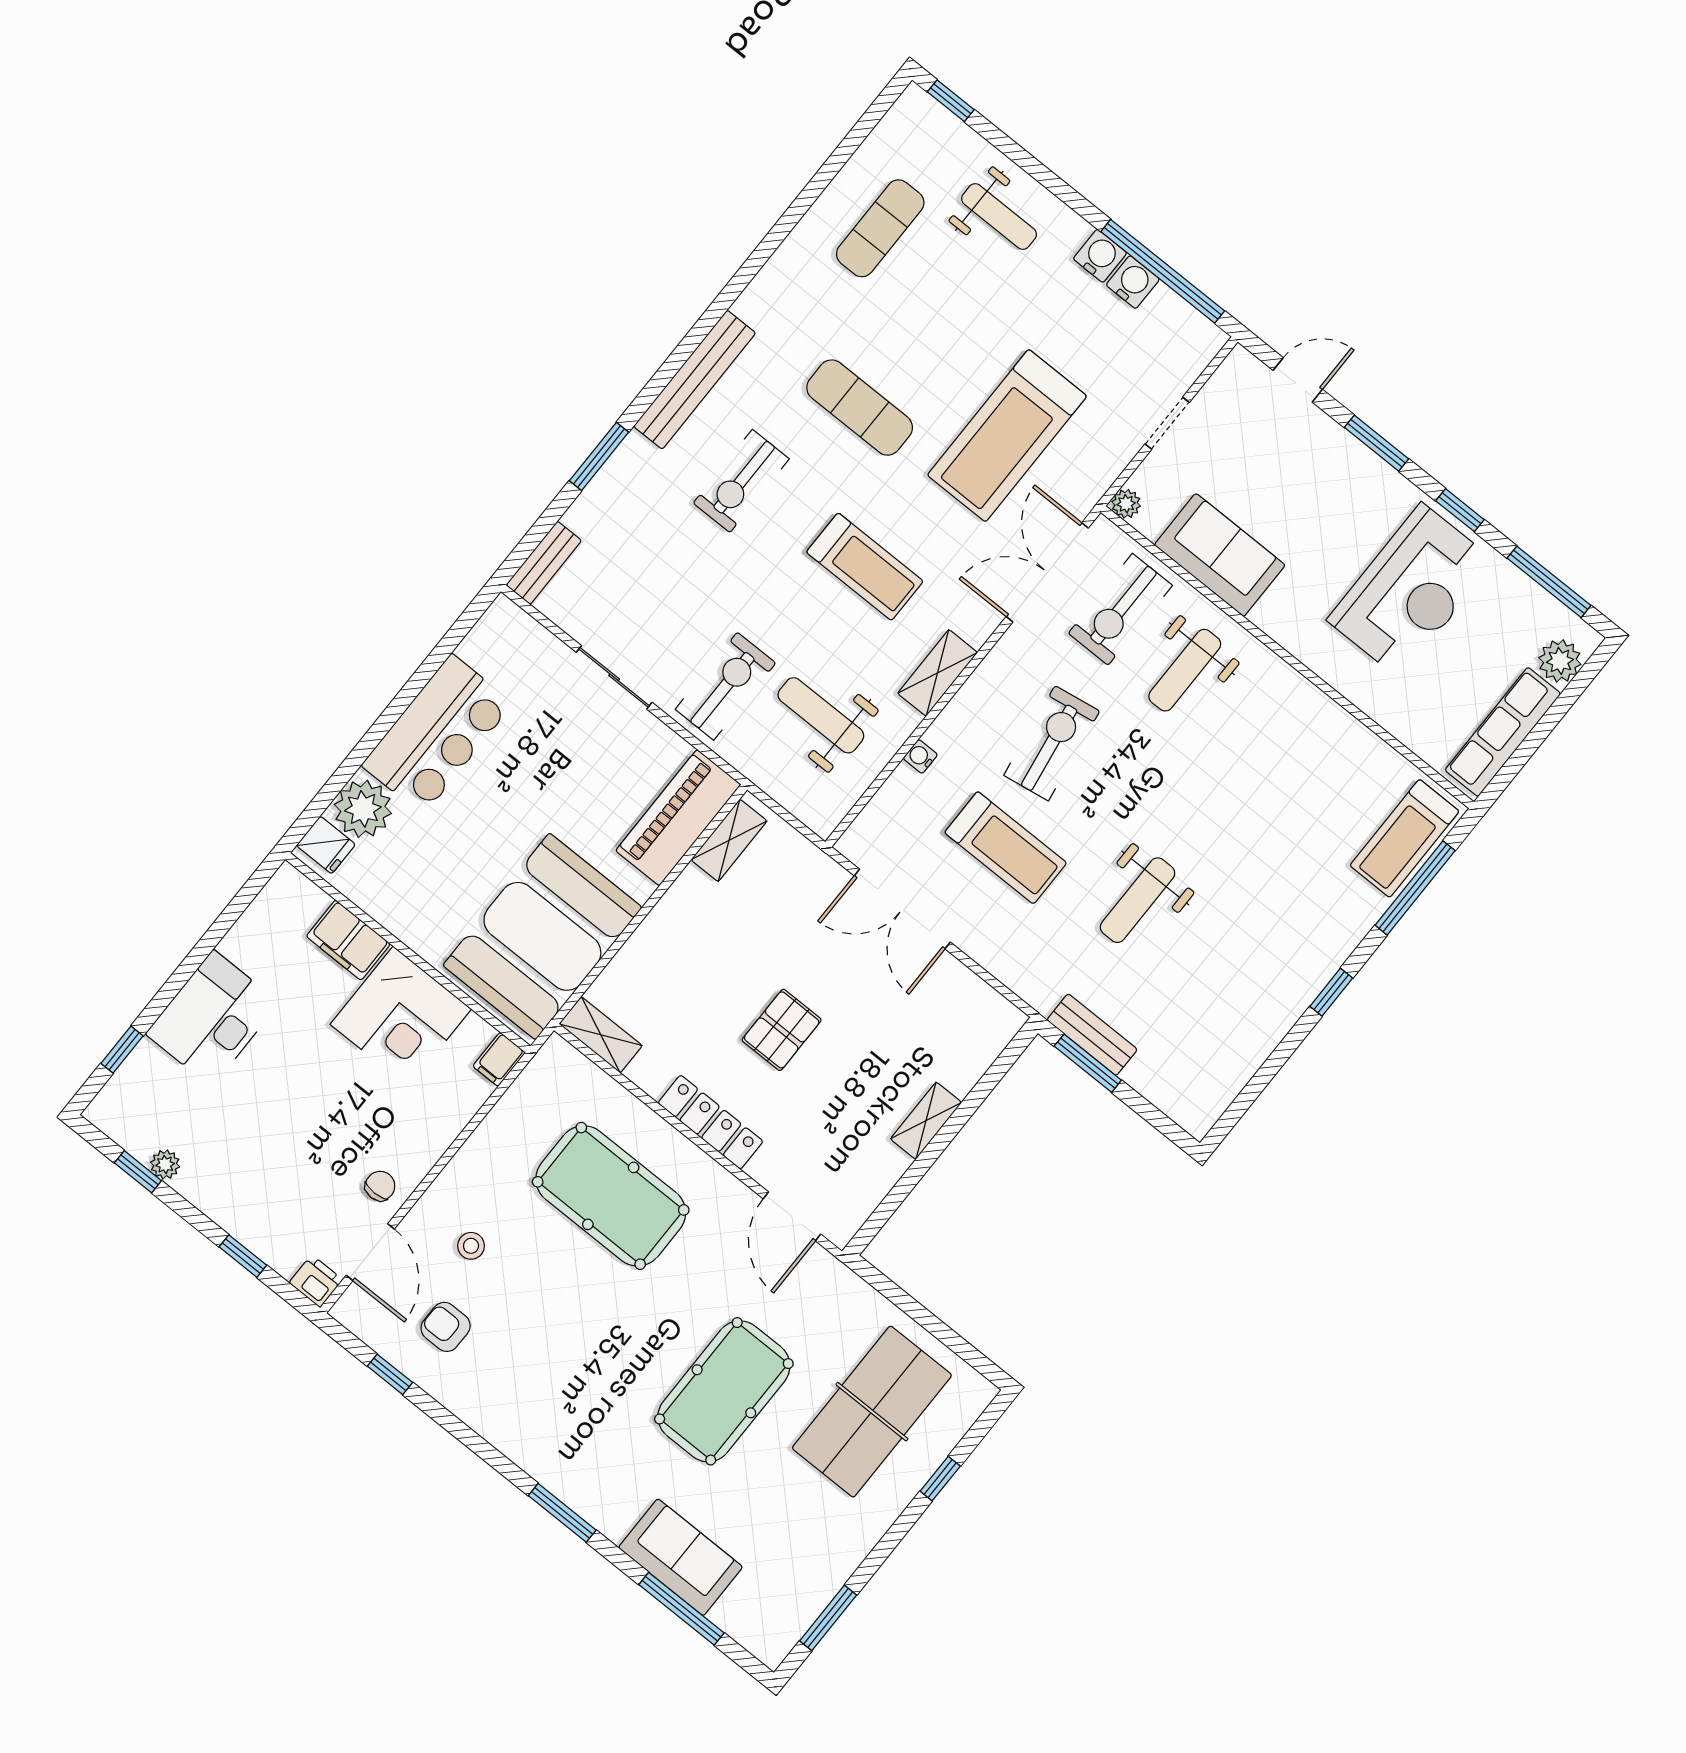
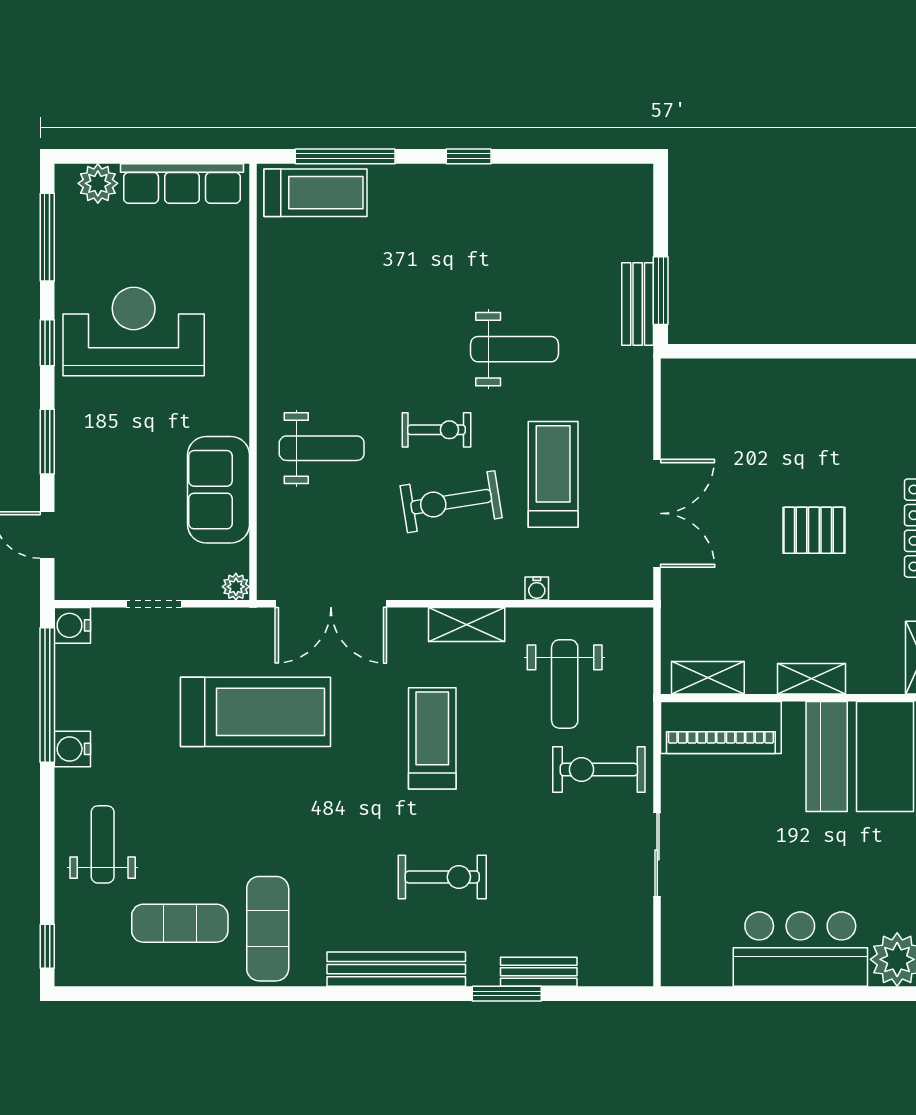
water cooler: (1133, 282) -> (72, 625), moved
exercise mat: (860, 408) -> (268, 929), moved
bench: (544, 563) -> (539, 972), moved
exercise bike: (1120, 609) -> (436, 430), moved, width x0.73, depth x0.72
shelving: (926, 1121) -> (811, 679), moved

